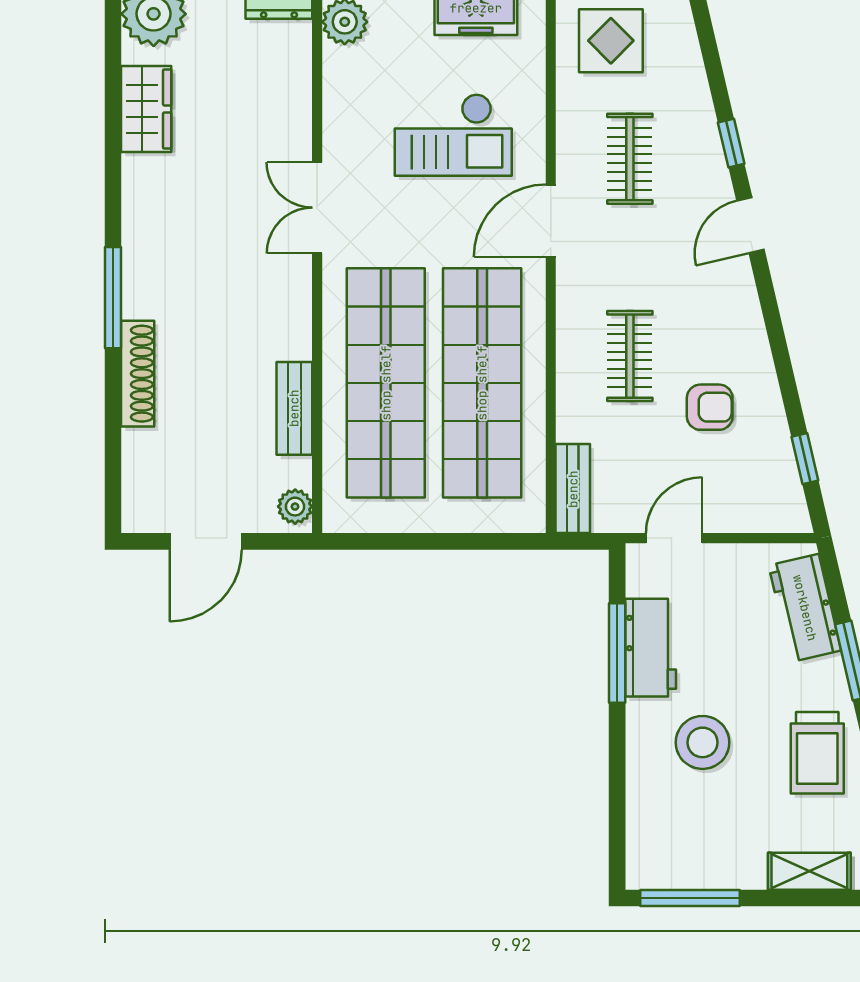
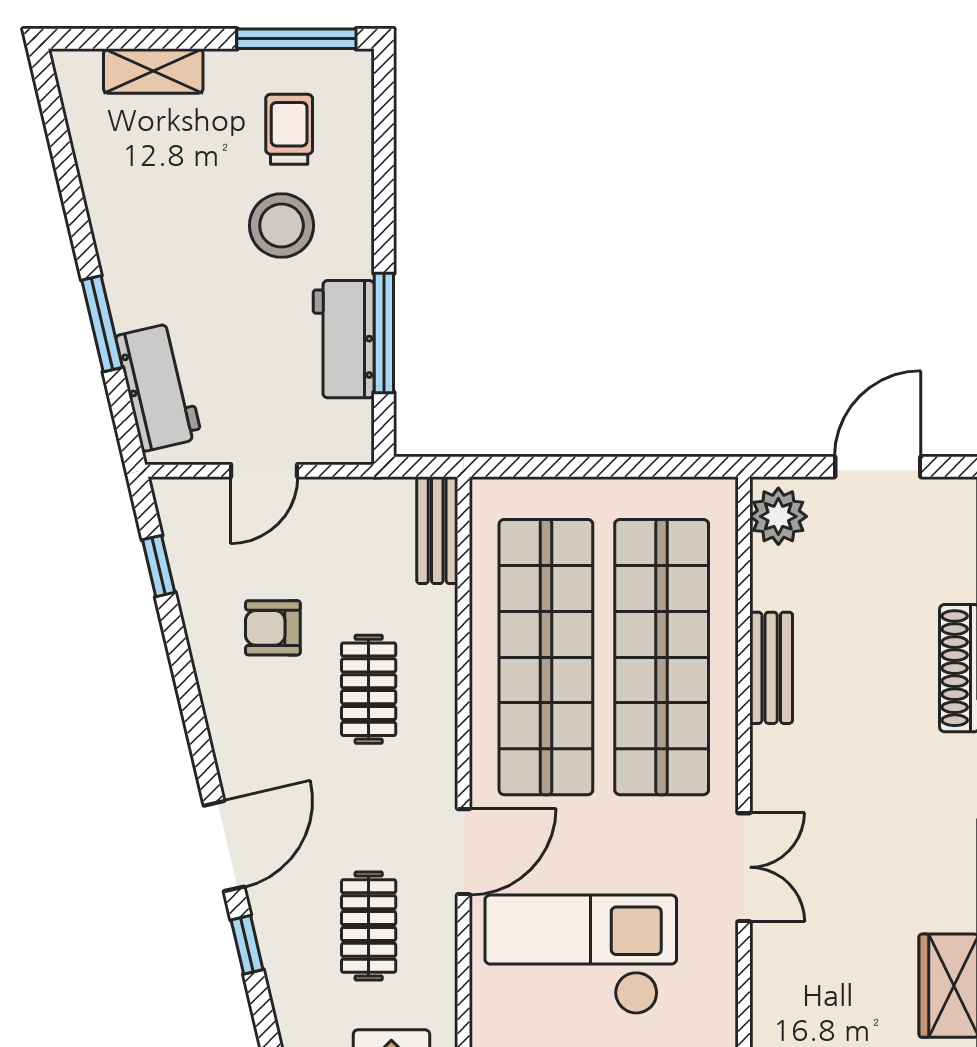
checkout: (453, 135) -> (581, 955), width x1.36, depth x1.21
door: (750, 225) -> (224, 846), width x1.38
bench: (294, 408) -> (771, 668), moved
plant: (295, 507) -> (778, 516), width x1.38, depth x1.38
door: (674, 538) -> (264, 471), moved
trolley: (817, 753) -> (289, 129), moved, width x0.73, depth x0.72

